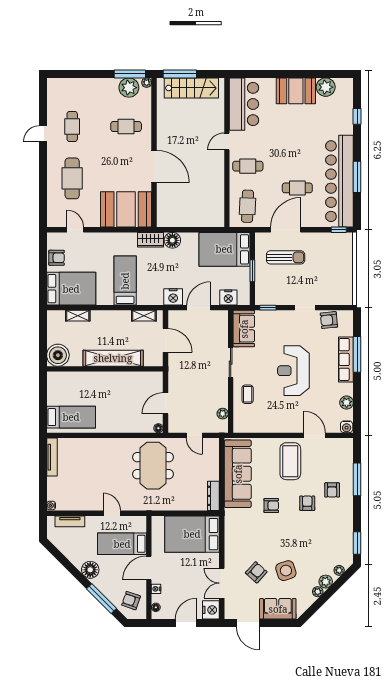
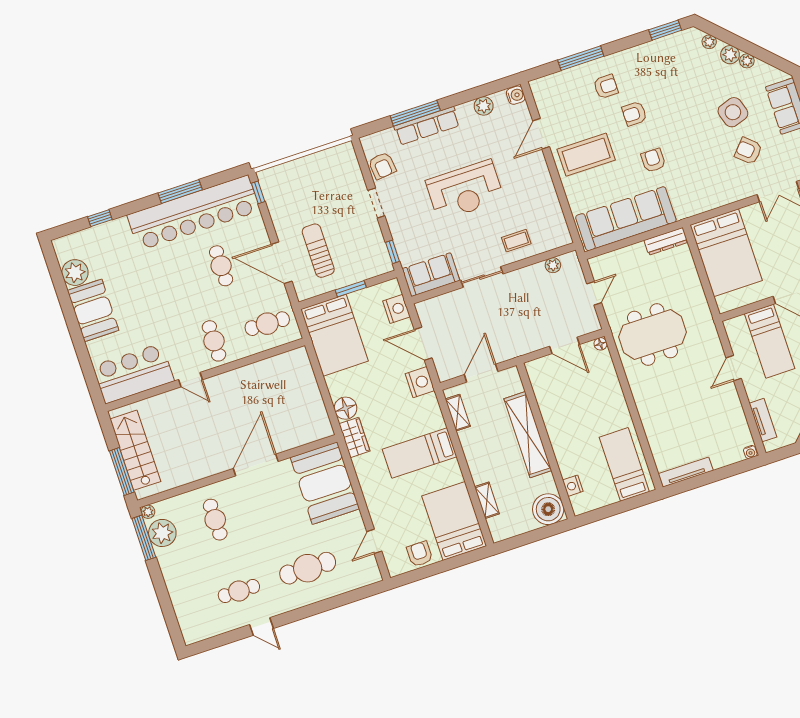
nightstand: (68, 377) -> (573, 486), added

